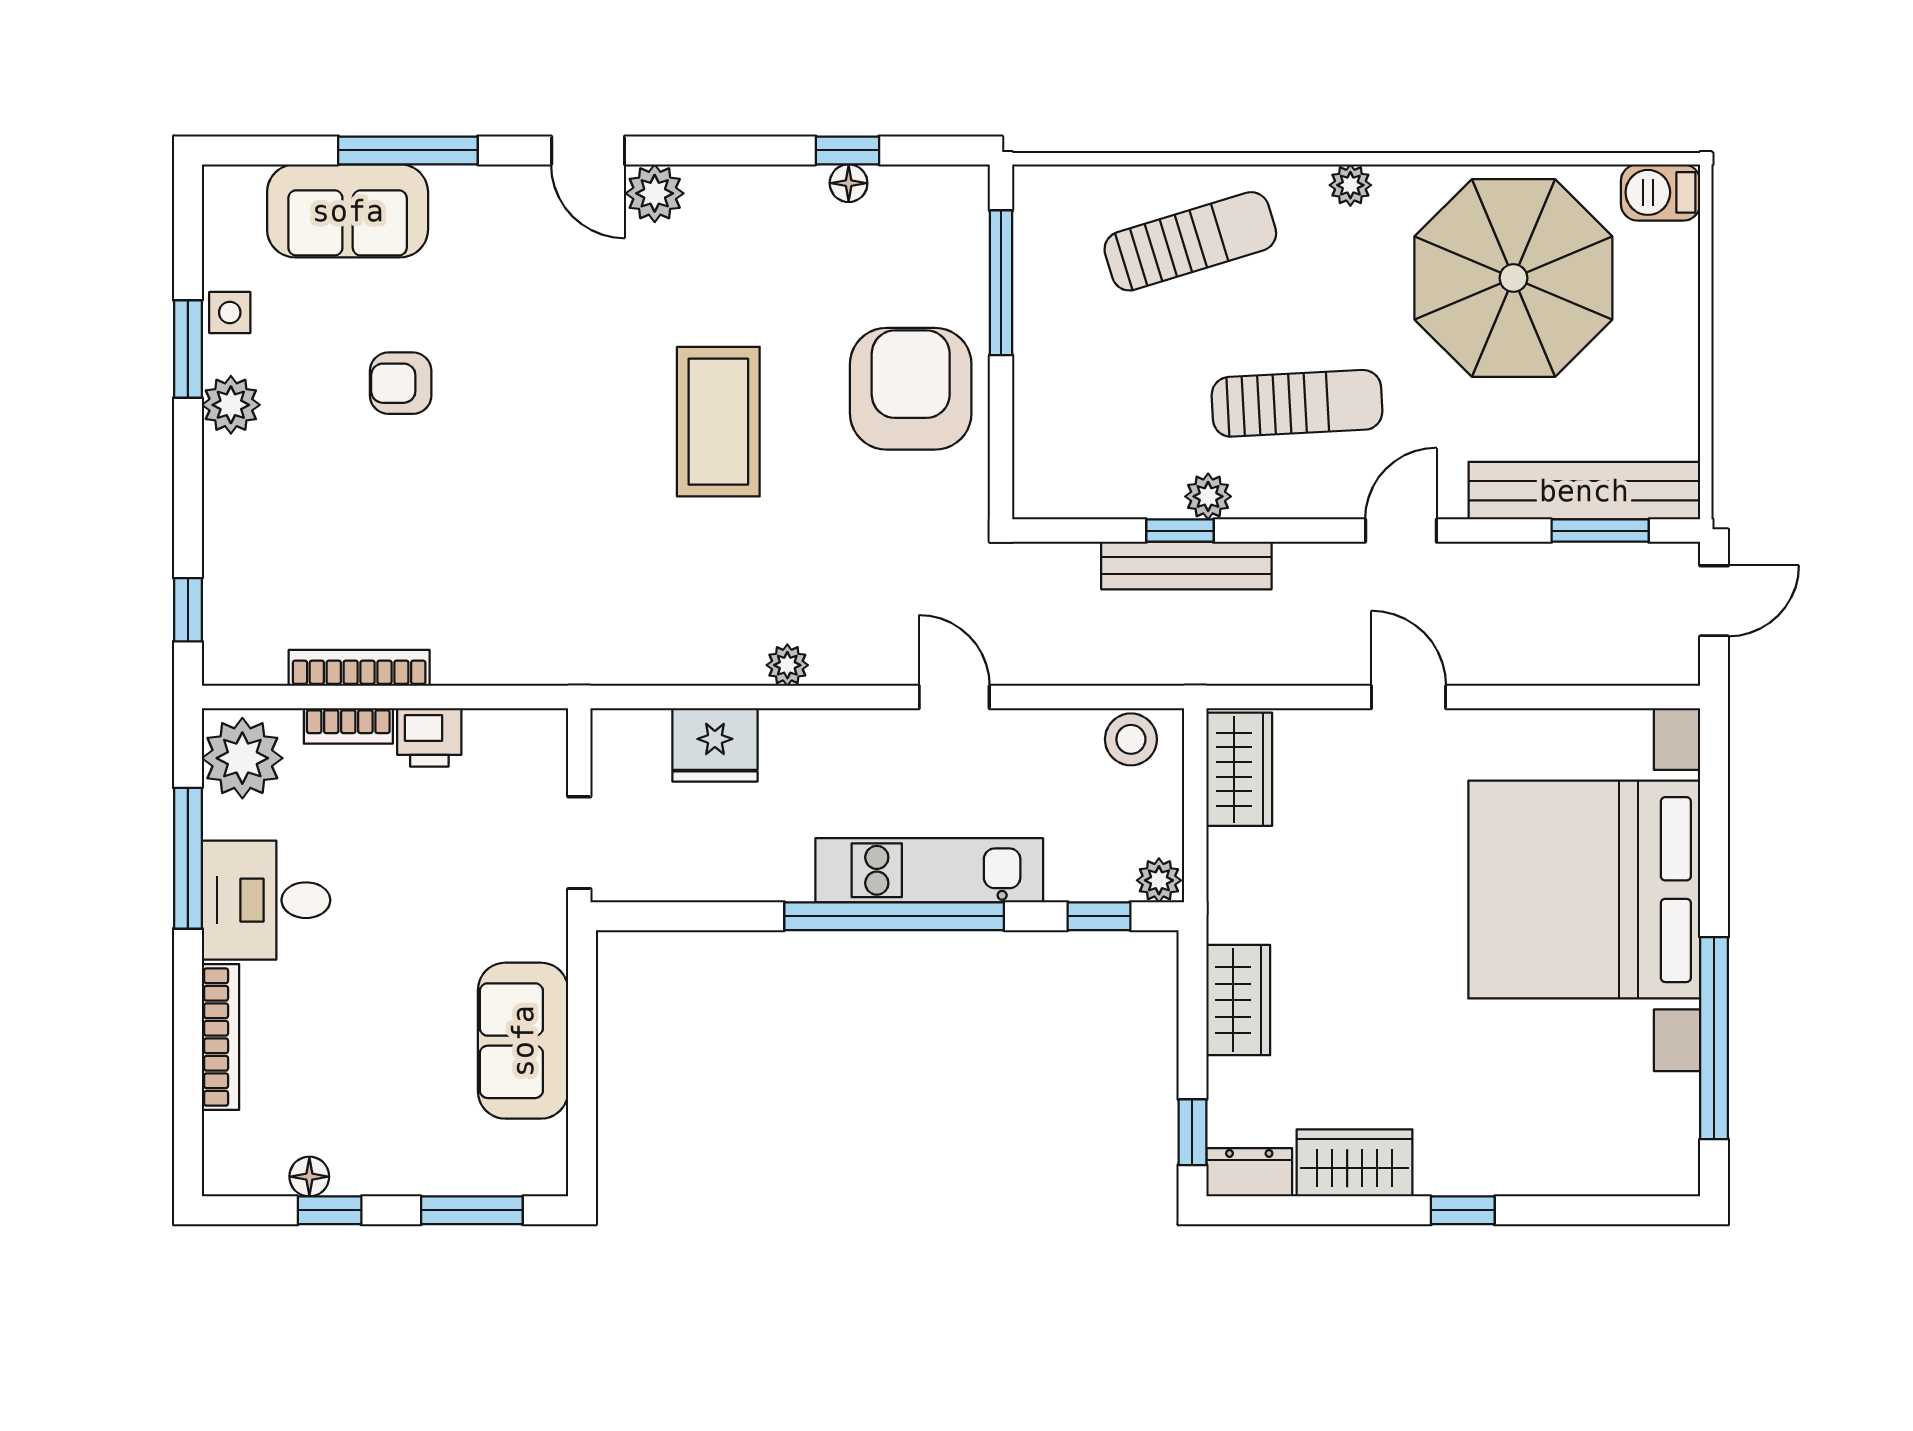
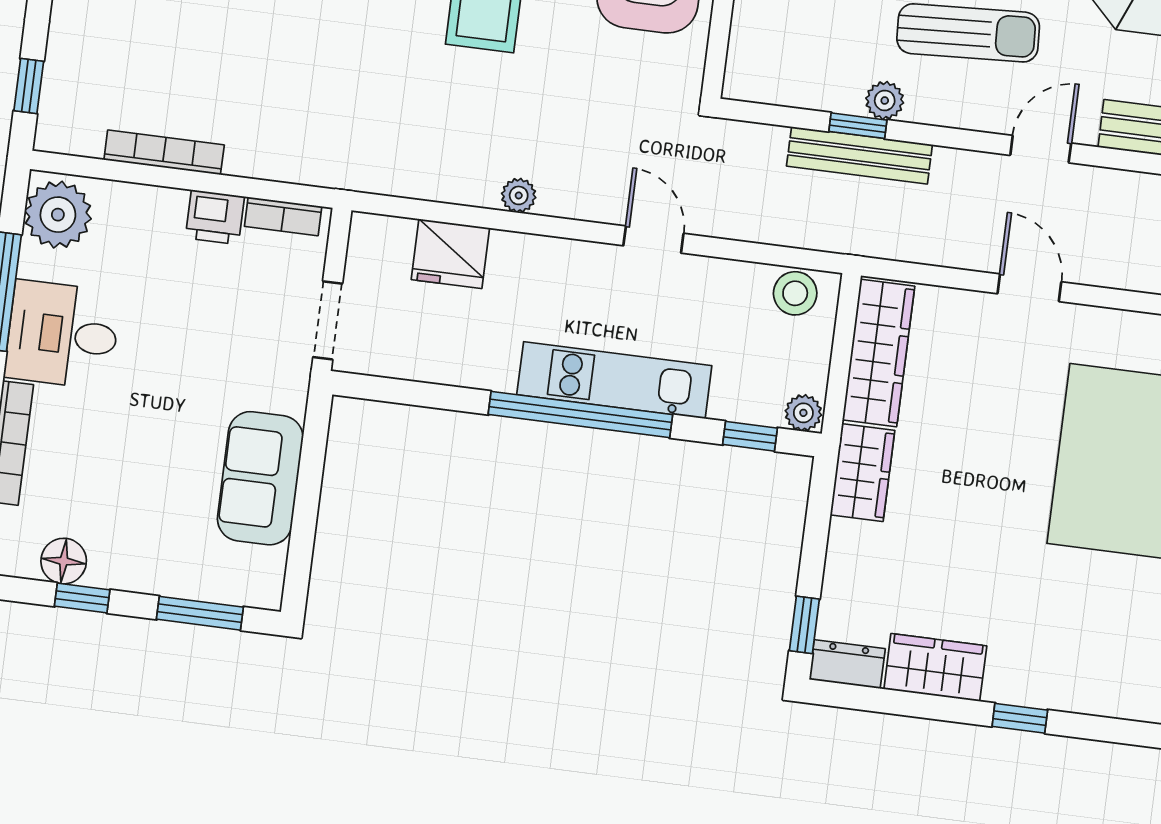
bookcase: (348, 726) -> (283, 216), moved
wardrobe: (1239, 769) -> (879, 353), width x1.50
wardrobe: (1238, 1000) -> (862, 473), moved
floor lamp: (309, 1177) -> (64, 561), width x1.37, depth x1.37

